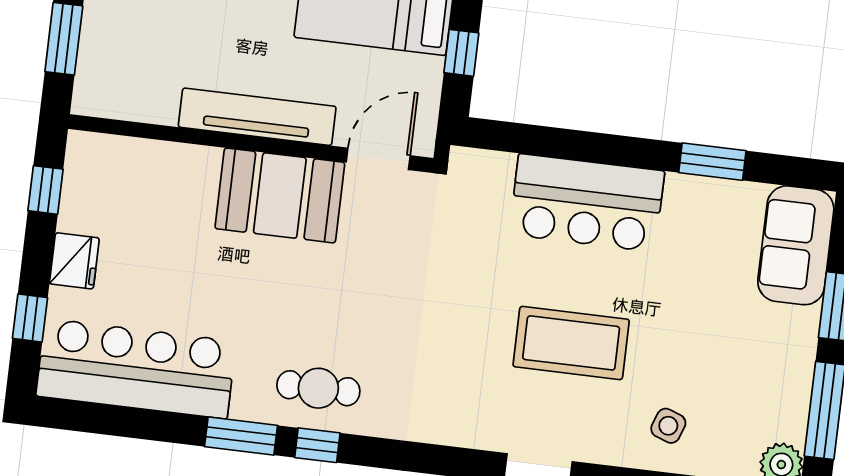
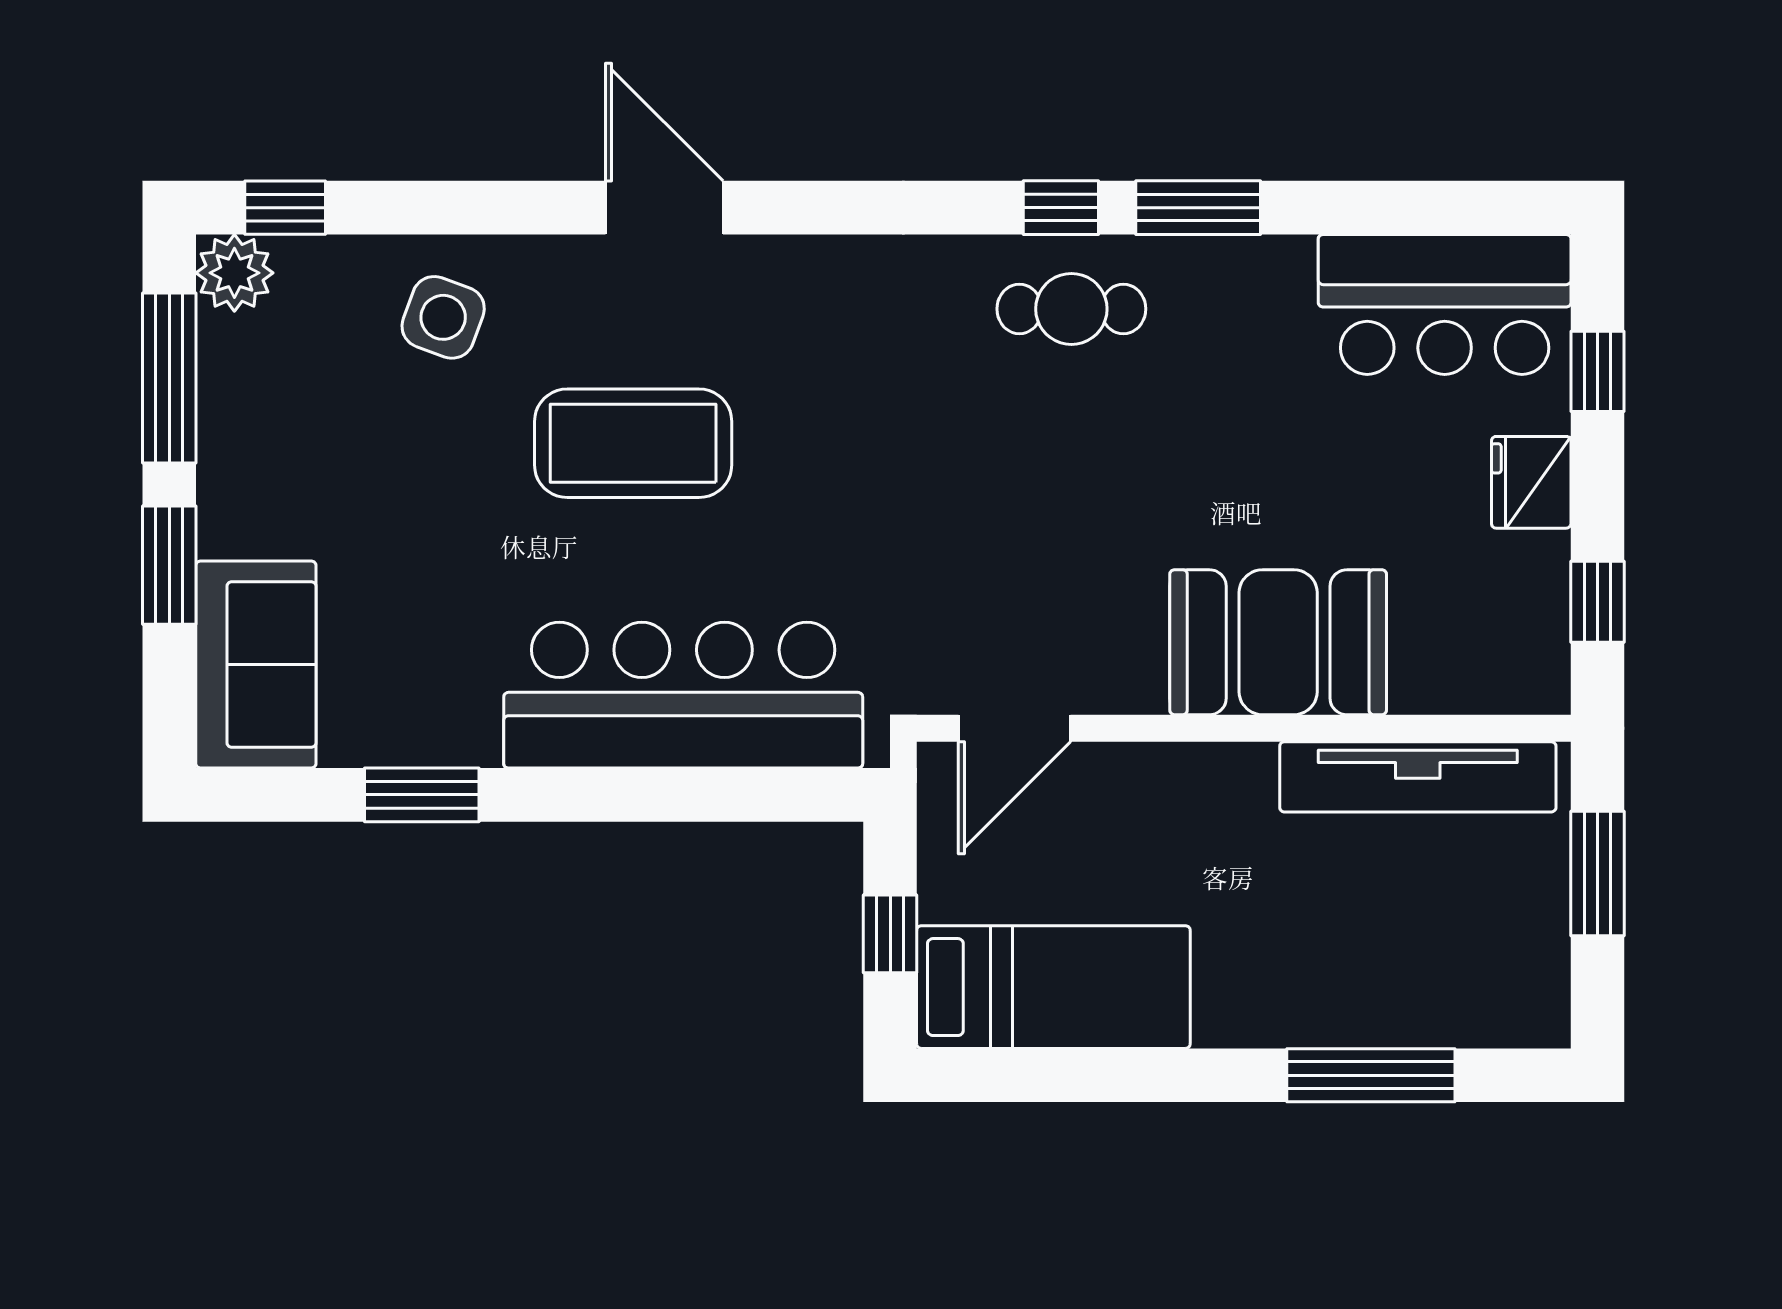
tv unit: (257, 117) -> (1418, 777), moved
booth: (280, 195) -> (1278, 642), moved
bar counter: (587, 203) -> (683, 695), width x1.36
bar counter: (136, 369) -> (1445, 304), width x0.73
side table: (668, 426) -> (443, 317), width x1.37, depth x1.37

